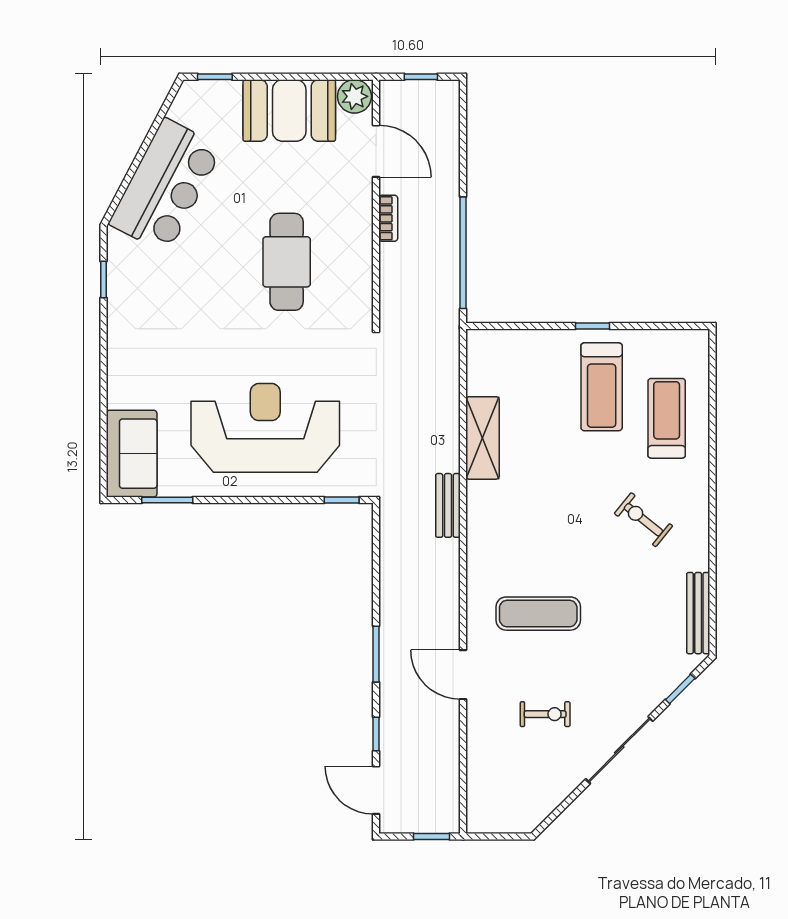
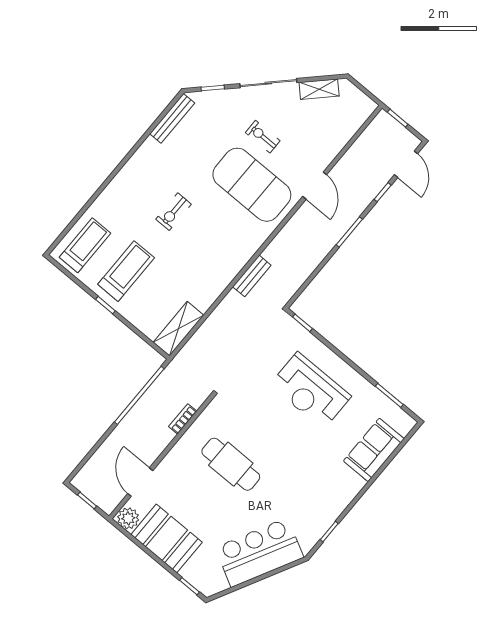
bookcase: (388, 218) -> (183, 419), moved
cafe table: (287, 262) -> (231, 464), turned 90
treadmill: (667, 418) -> (85, 245), moved, turned 180
reception desk: (265, 428) -> (310, 391), width x0.74, depth x0.77
shelving: (483, 438) -> (178, 329), moved
sofa: (132, 454) -> (374, 450), moved
exercise bike: (643, 520) -> (174, 212), moved, turned 51
exercise mat: (538, 614) -> (252, 185), width x2.00, depth x1.45
exercise bike: (545, 714) -> (263, 137), moved
shelving: (553, 793) -> (319, 89), added

